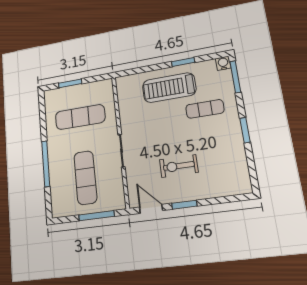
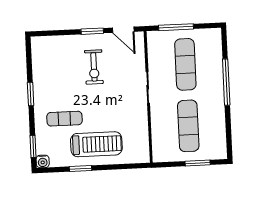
window: (235, 77) -> (33, 146), width x0.69
exercise mat: (80, 117) -> (188, 126), turned 90
exercise bike: (179, 166) -> (94, 67), turned 90

